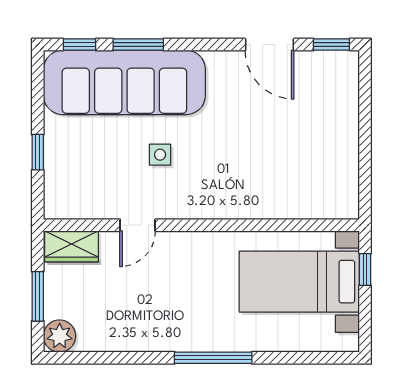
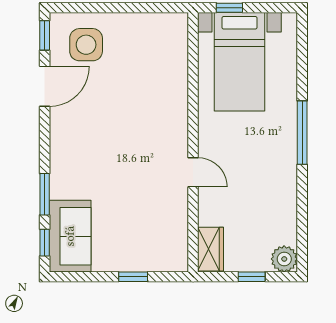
sofa: (124, 82) -> (70, 236), width x0.54, depth x0.79
side table: (160, 155) -> (86, 45), moved, width x1.87, depth x1.87
door: (138, 225) -> (193, 172), moved
window: (38, 296) -> (252, 277), width x0.67

